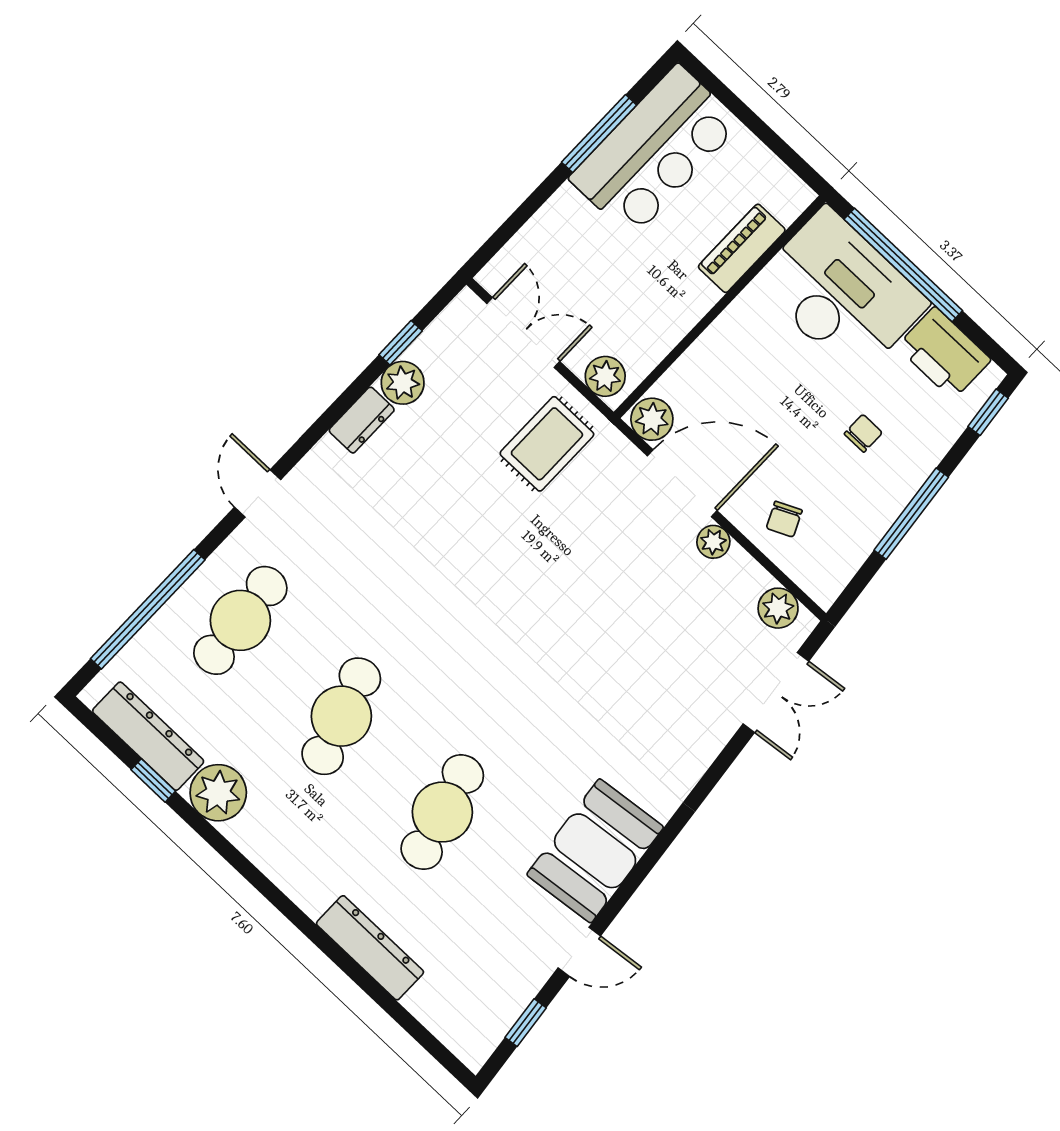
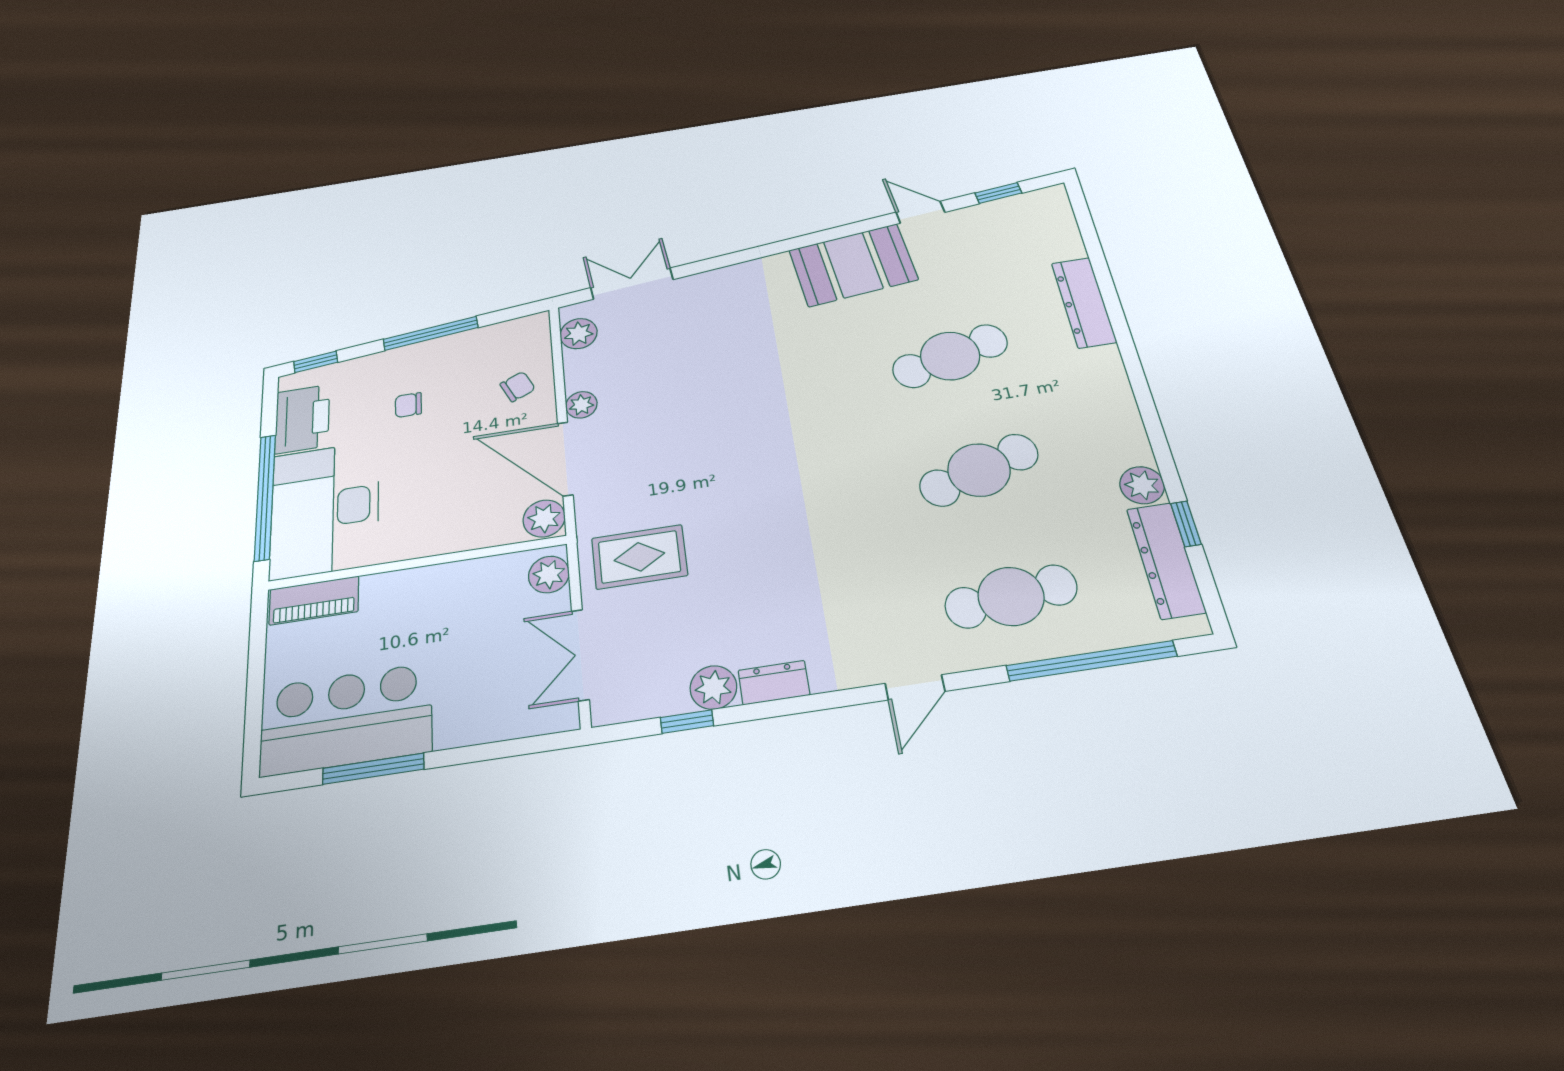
piano: (742, 248) -> (314, 600), moved
plant: (218, 793) -> (1142, 485), width x0.73, depth x0.73

